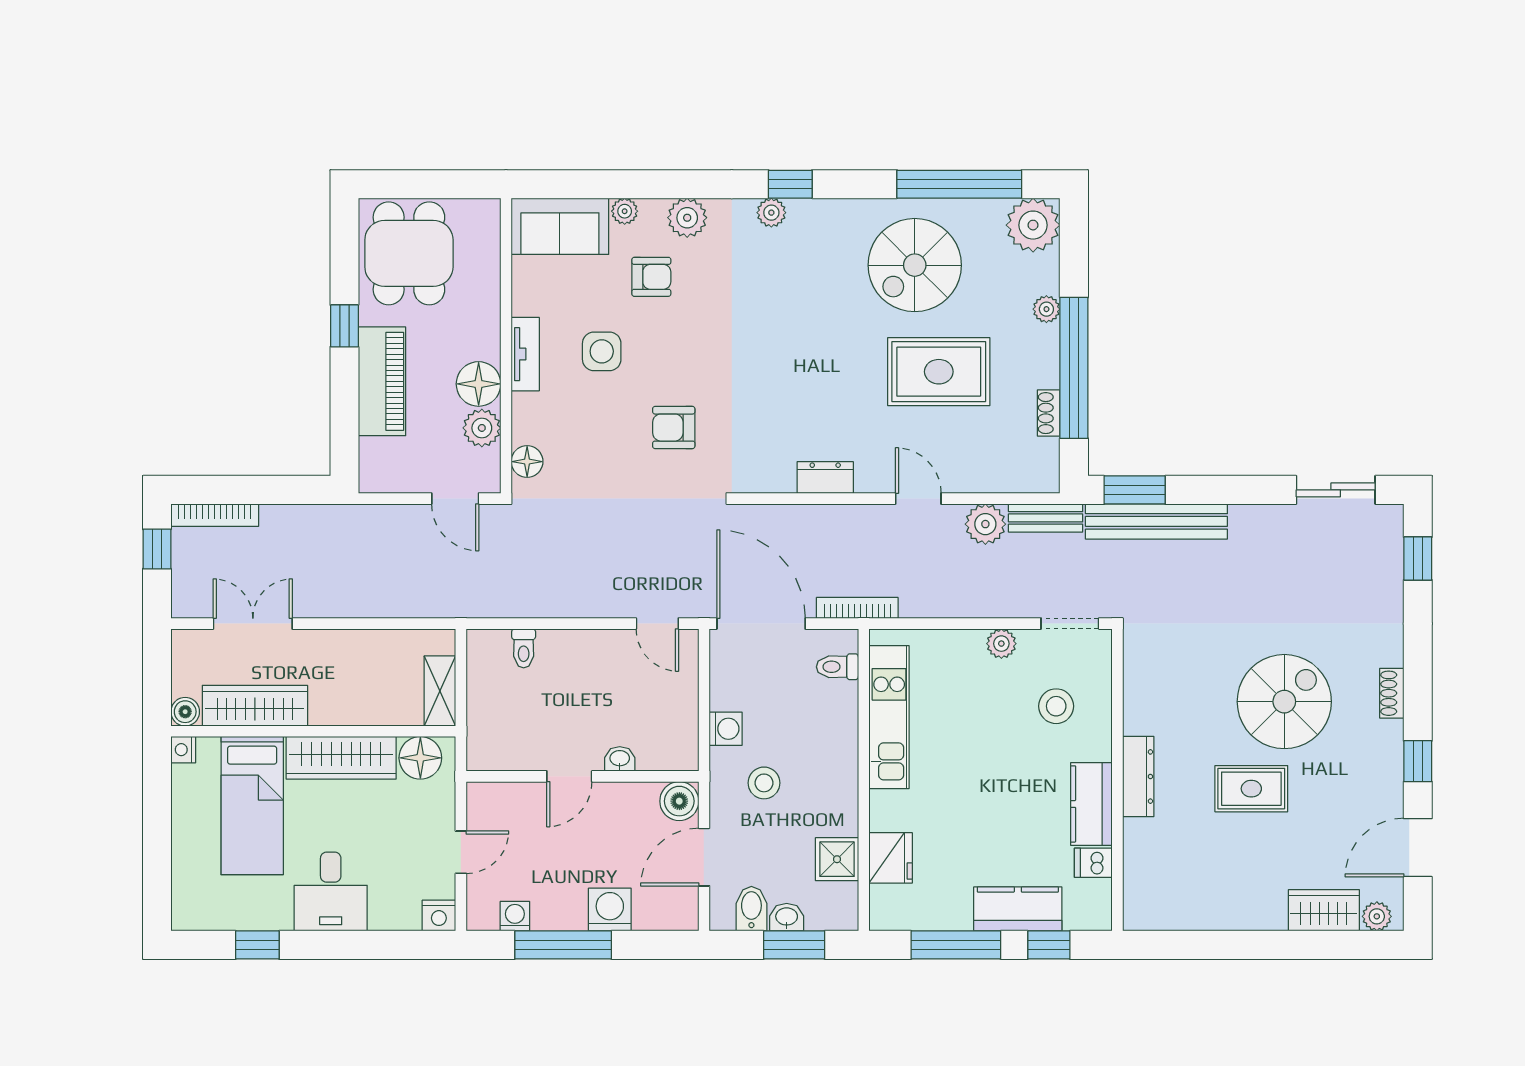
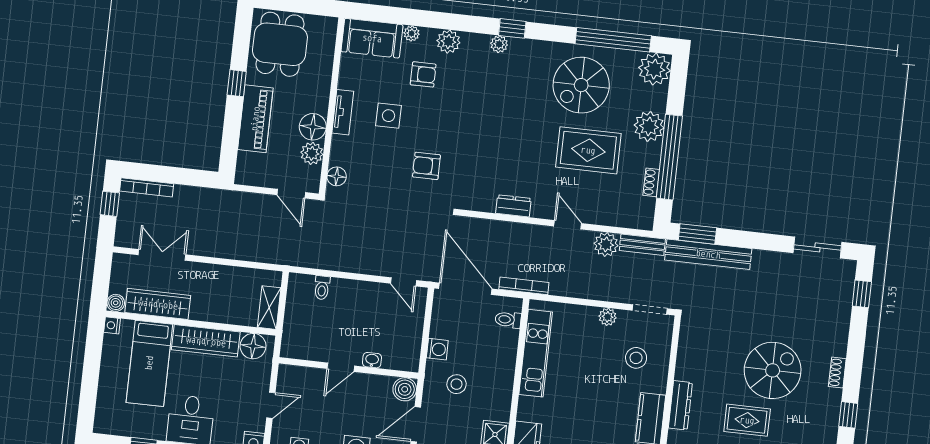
plant: (1046, 309) -> (649, 126), width x1.87, depth x1.87

